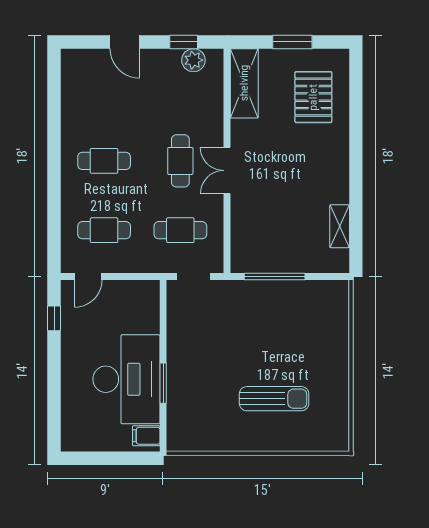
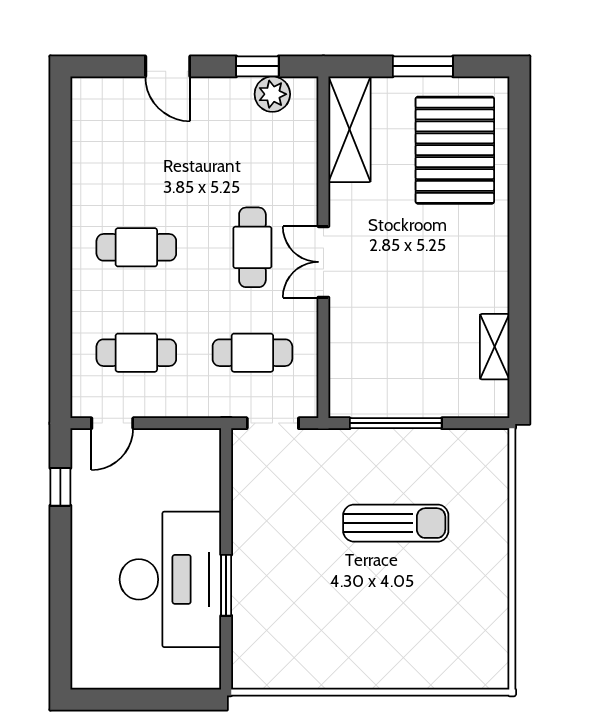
pallet: (313, 97) -> (455, 150), width x1.37, depth x1.41
sun lounger: (274, 399) -> (396, 523), moved
filing cabinet: (146, 436) -> (201, 665), removed

